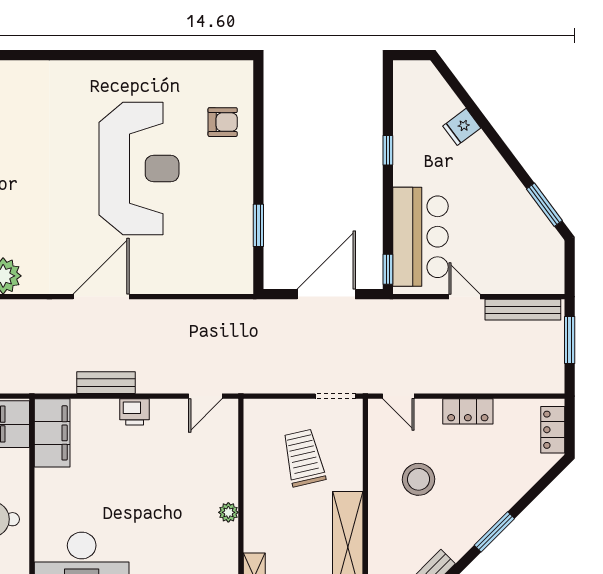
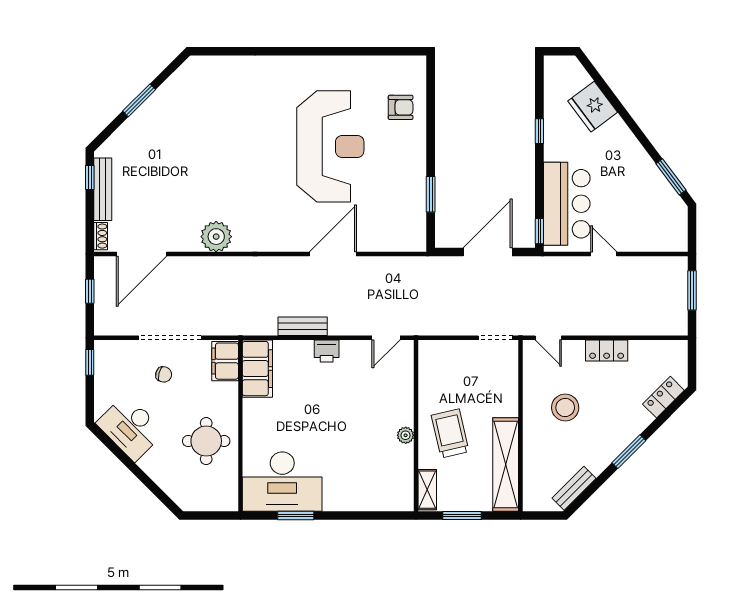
fridge: (462, 127) -> (593, 107), width x1.88, depth x1.34
door: (101, 297) -> (333, 254), moved
bench: (523, 310) -> (653, 265), removed
locker: (553, 430) -> (663, 397), moved, turned 45
trolley: (304, 458) -> (450, 433), moved

